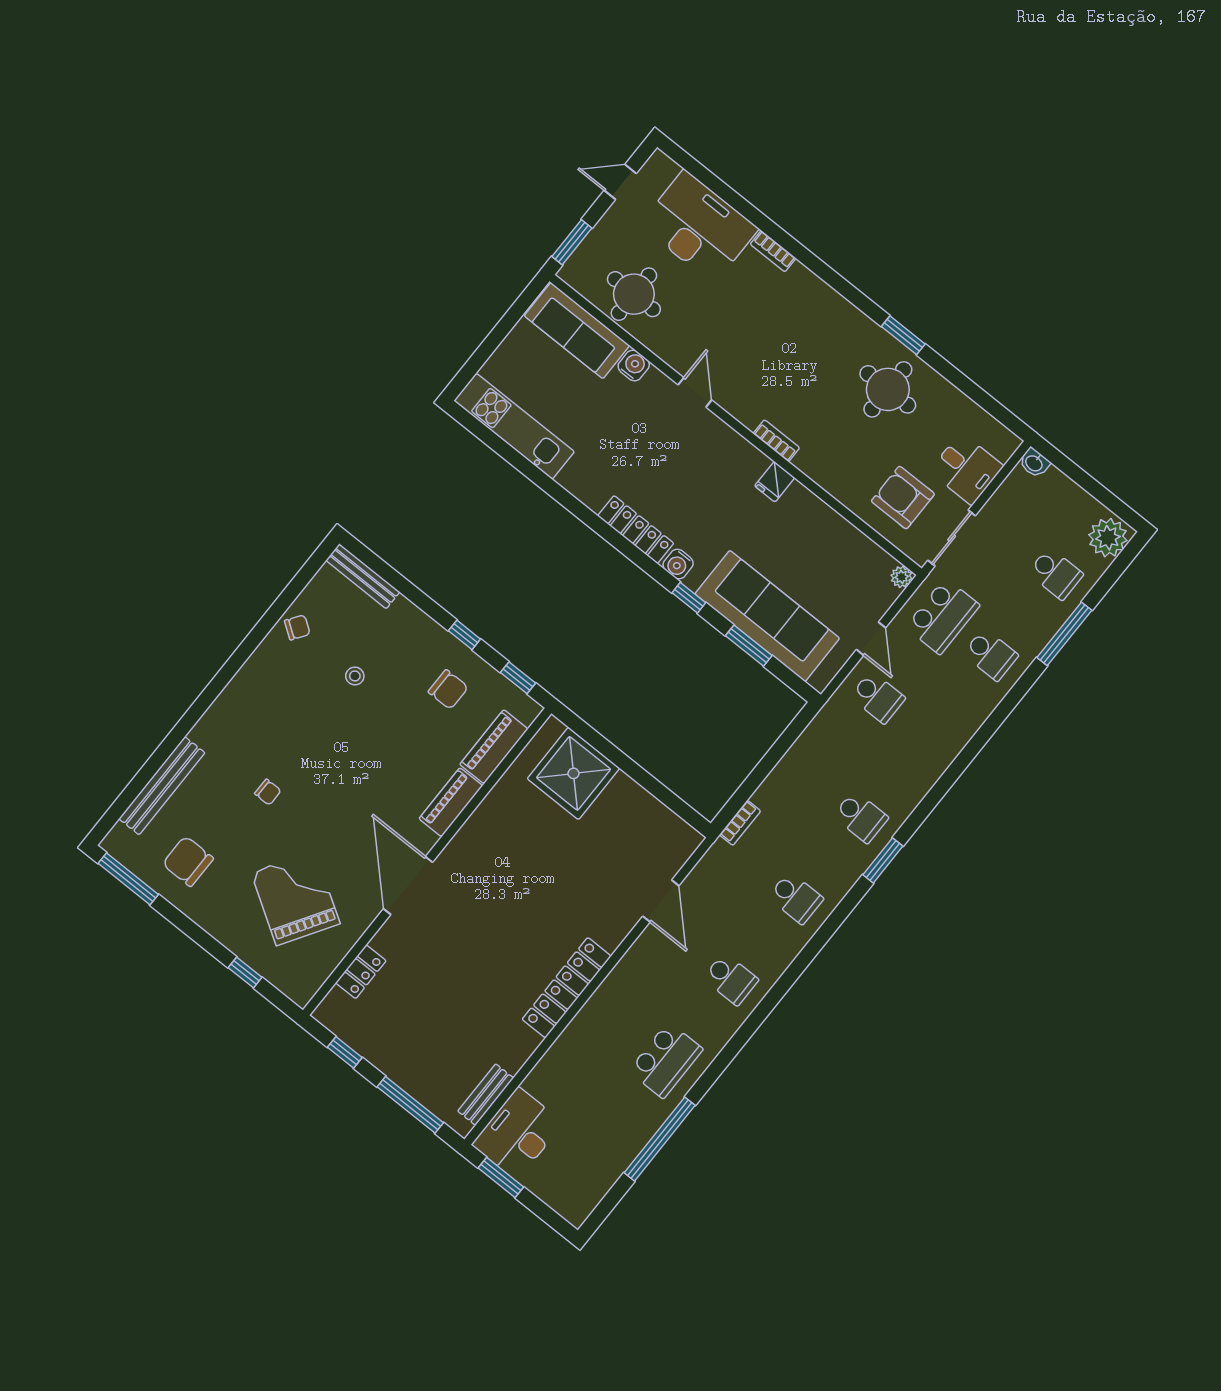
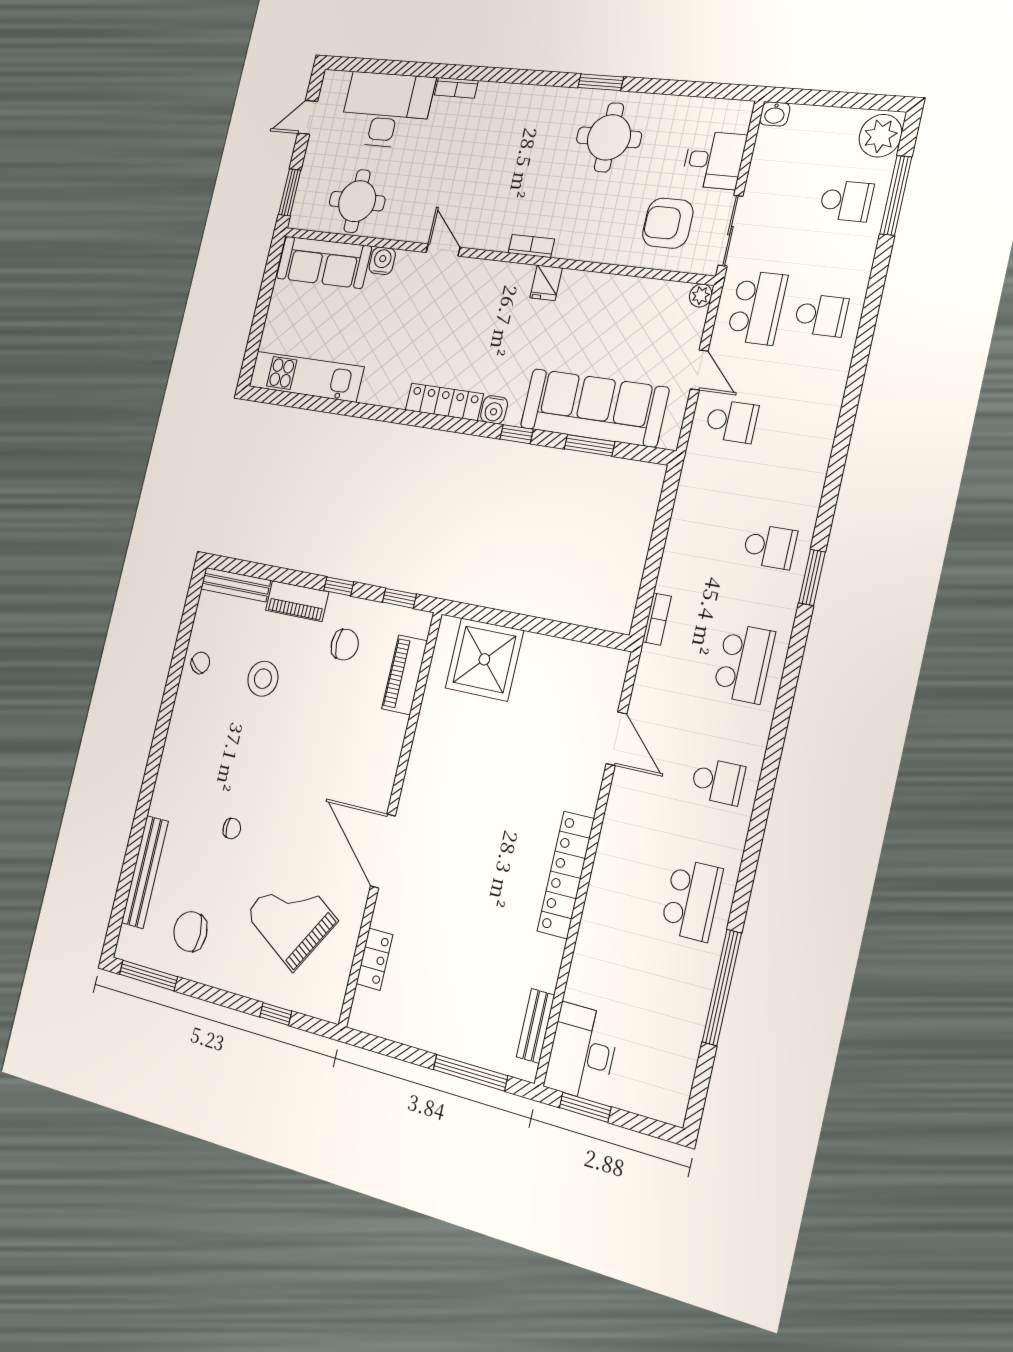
window: (1064, 634) -> (896, 195), moved
stool: (355, 676) -> (263, 679), width x1.89, depth x1.89
piano: (451, 802) -> (297, 601), moved, turned -90
school desk: (796, 898) -> (744, 664), width x1.85
window: (345, 1052) -> (391, 1049), removed

